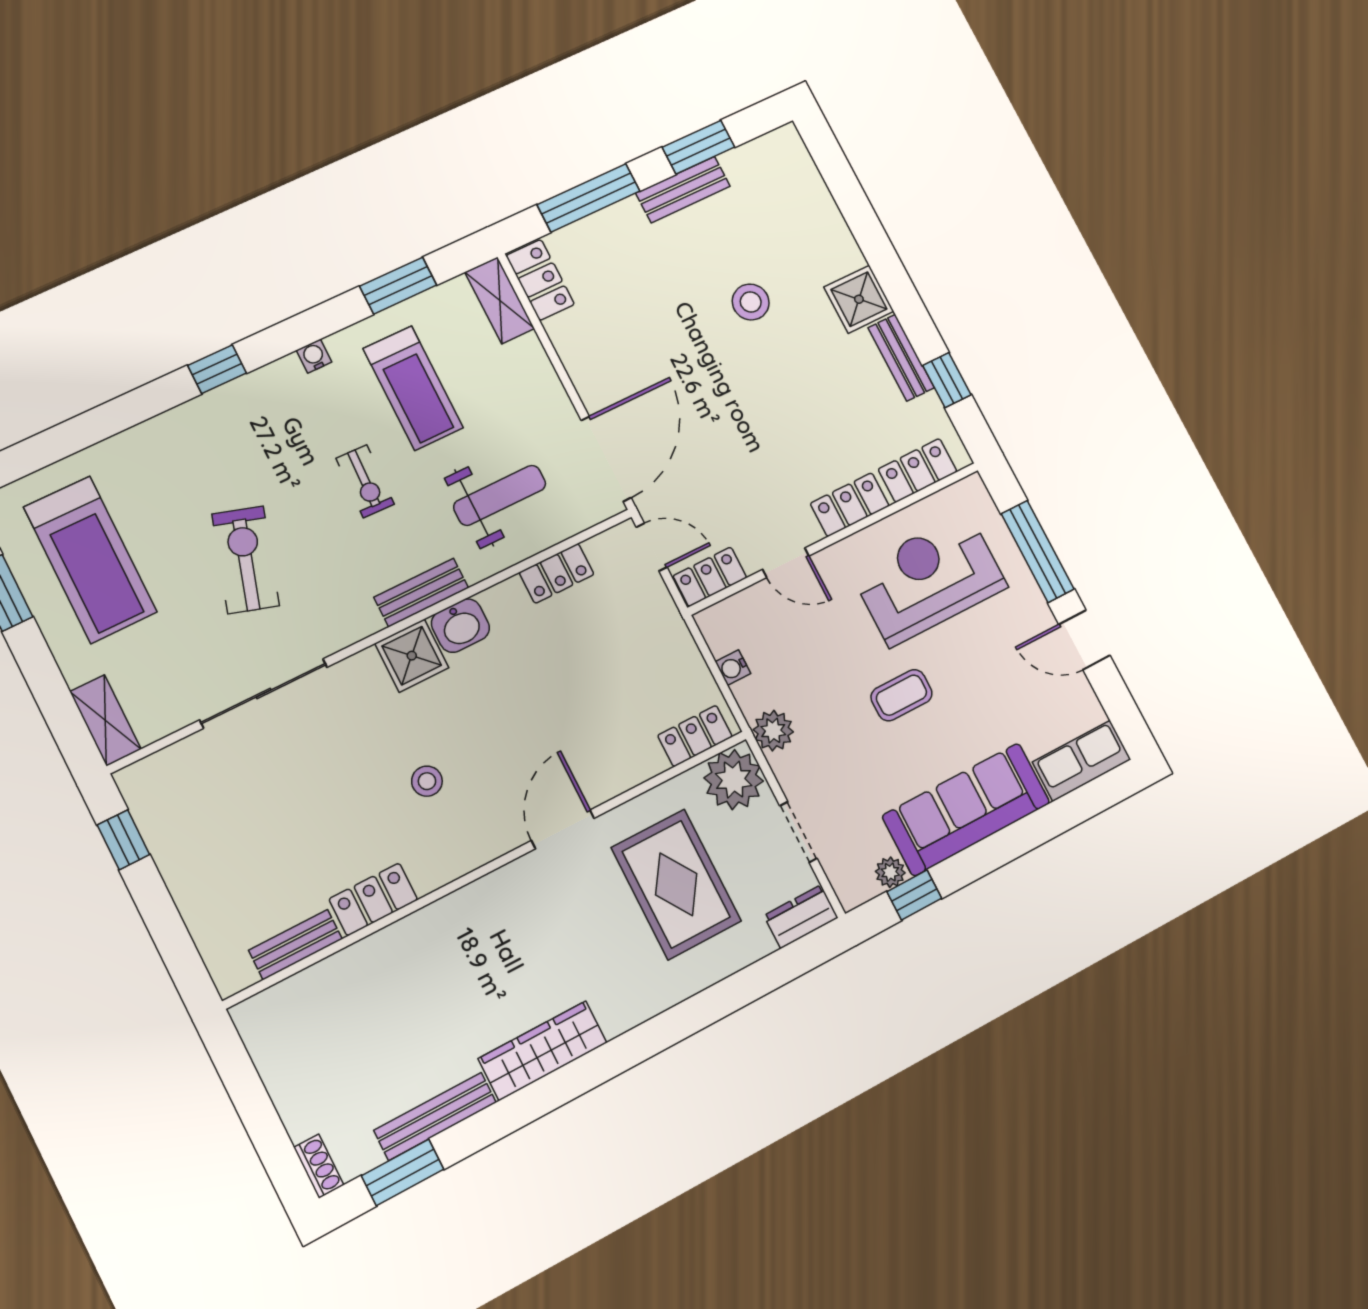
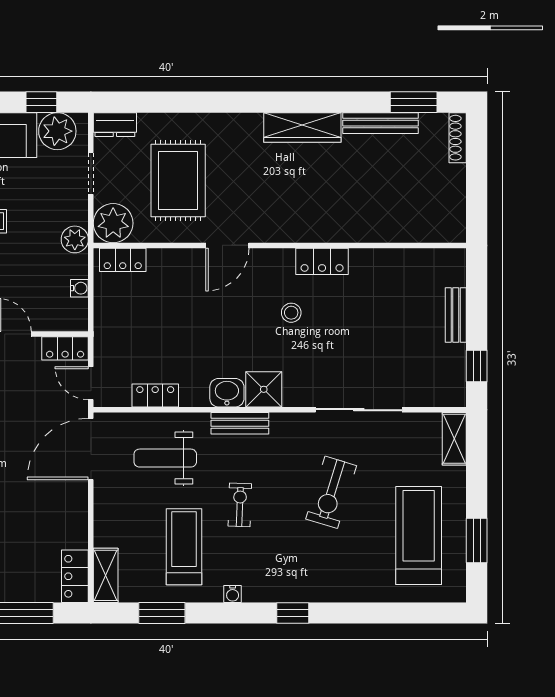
plant: (890, 872) -> (57, 131), width x1.88, depth x1.88
locker: (373, 899) -> (322, 261), moved
bench: (295, 945) -> (456, 315), moved, turned 90
shoe rack: (319, 1166) -> (458, 138), width x1.43

